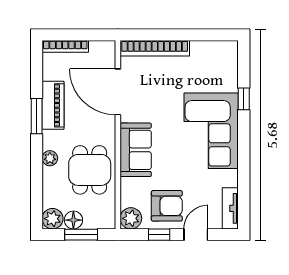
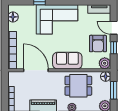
floor lamp: (216, 50) -> (13, 17), added
door: (118, 92) -> (36, 70), swing flipped
armchair: (167, 206) -> (98, 44), turned 180
floor lamp: (73, 220) -> (106, 76), moved

